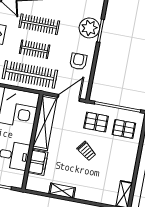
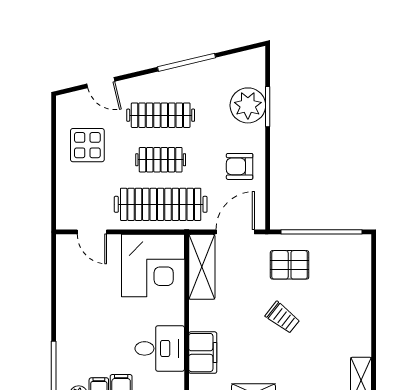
armchair: (78, 61) -> (240, 166), turned -90
shelving: (45, 123) -> (202, 267), width x0.68
pallet: (124, 129) -> (339, 268), removed

